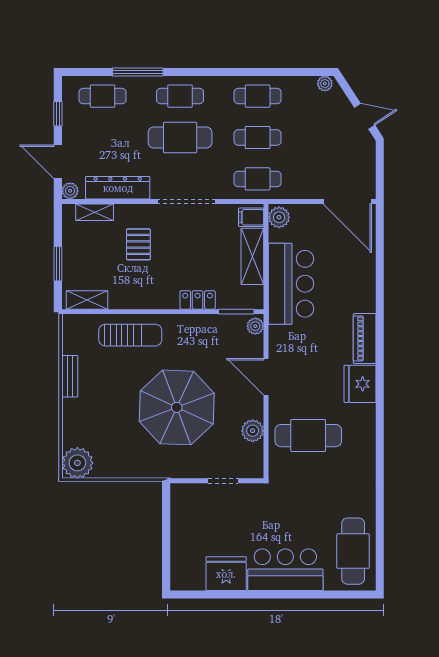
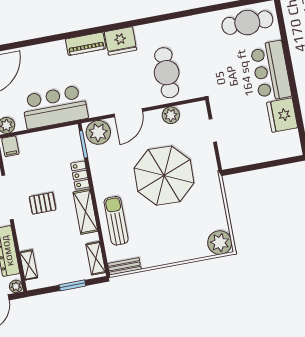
pallet: (138, 244) -> (43, 203), moved
shelving: (252, 256) -> (85, 212), moved, turned 90
plant: (255, 326) -> (98, 132), width x1.87, depth x1.87
bench: (70, 376) -> (124, 266), moved

